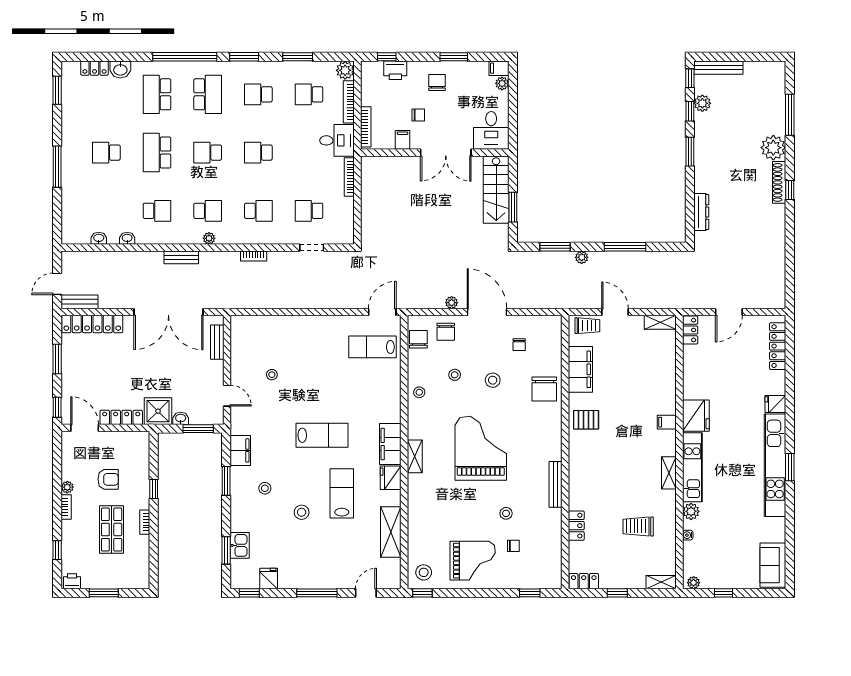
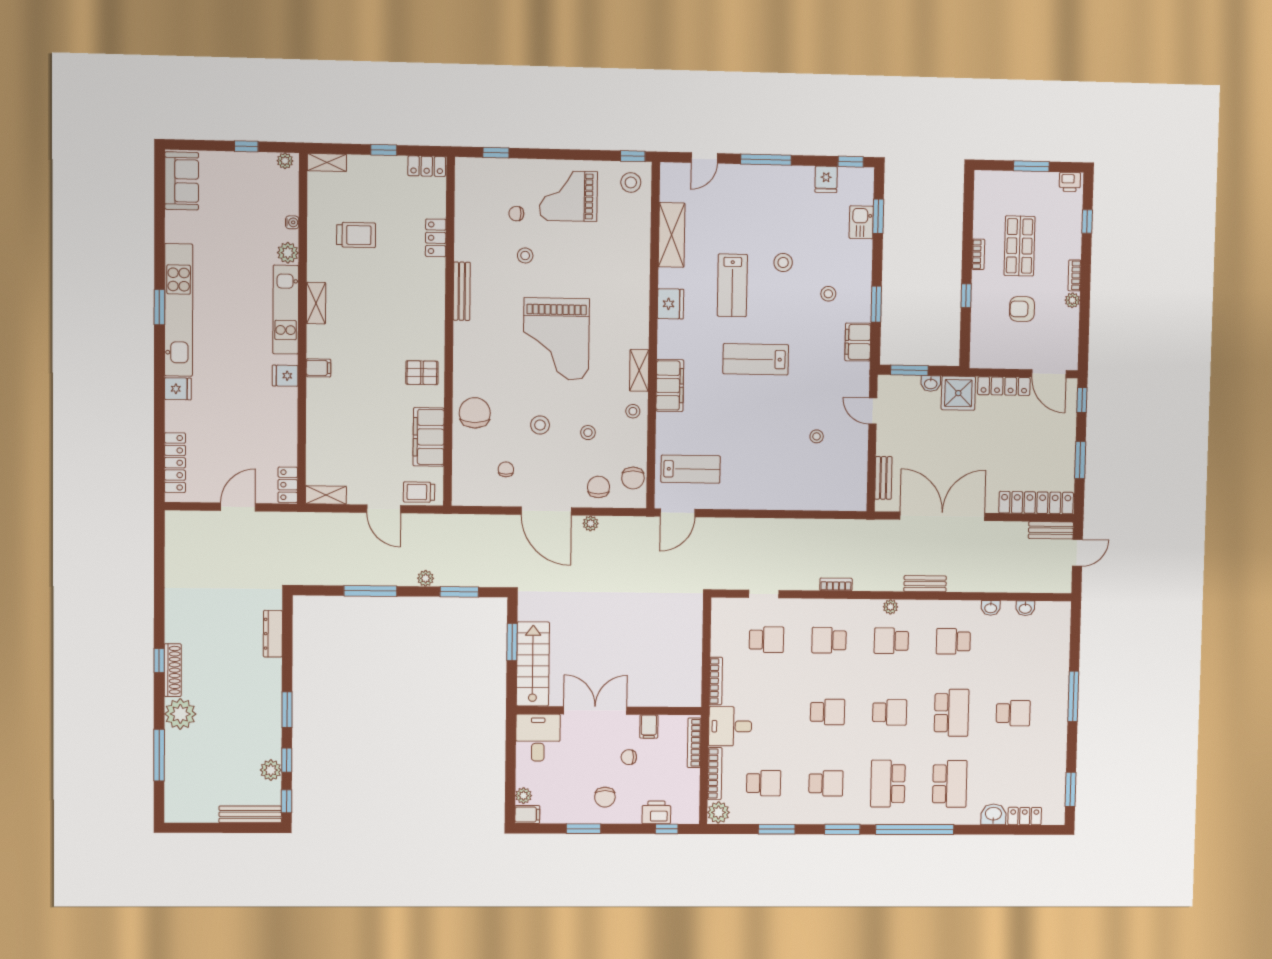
fridge: (696, 416) -> (285, 376), width x0.53, depth x0.75
filing cabinet: (390, 444) -> (670, 385), moved
shelving: (415, 456) -> (639, 370), moved

